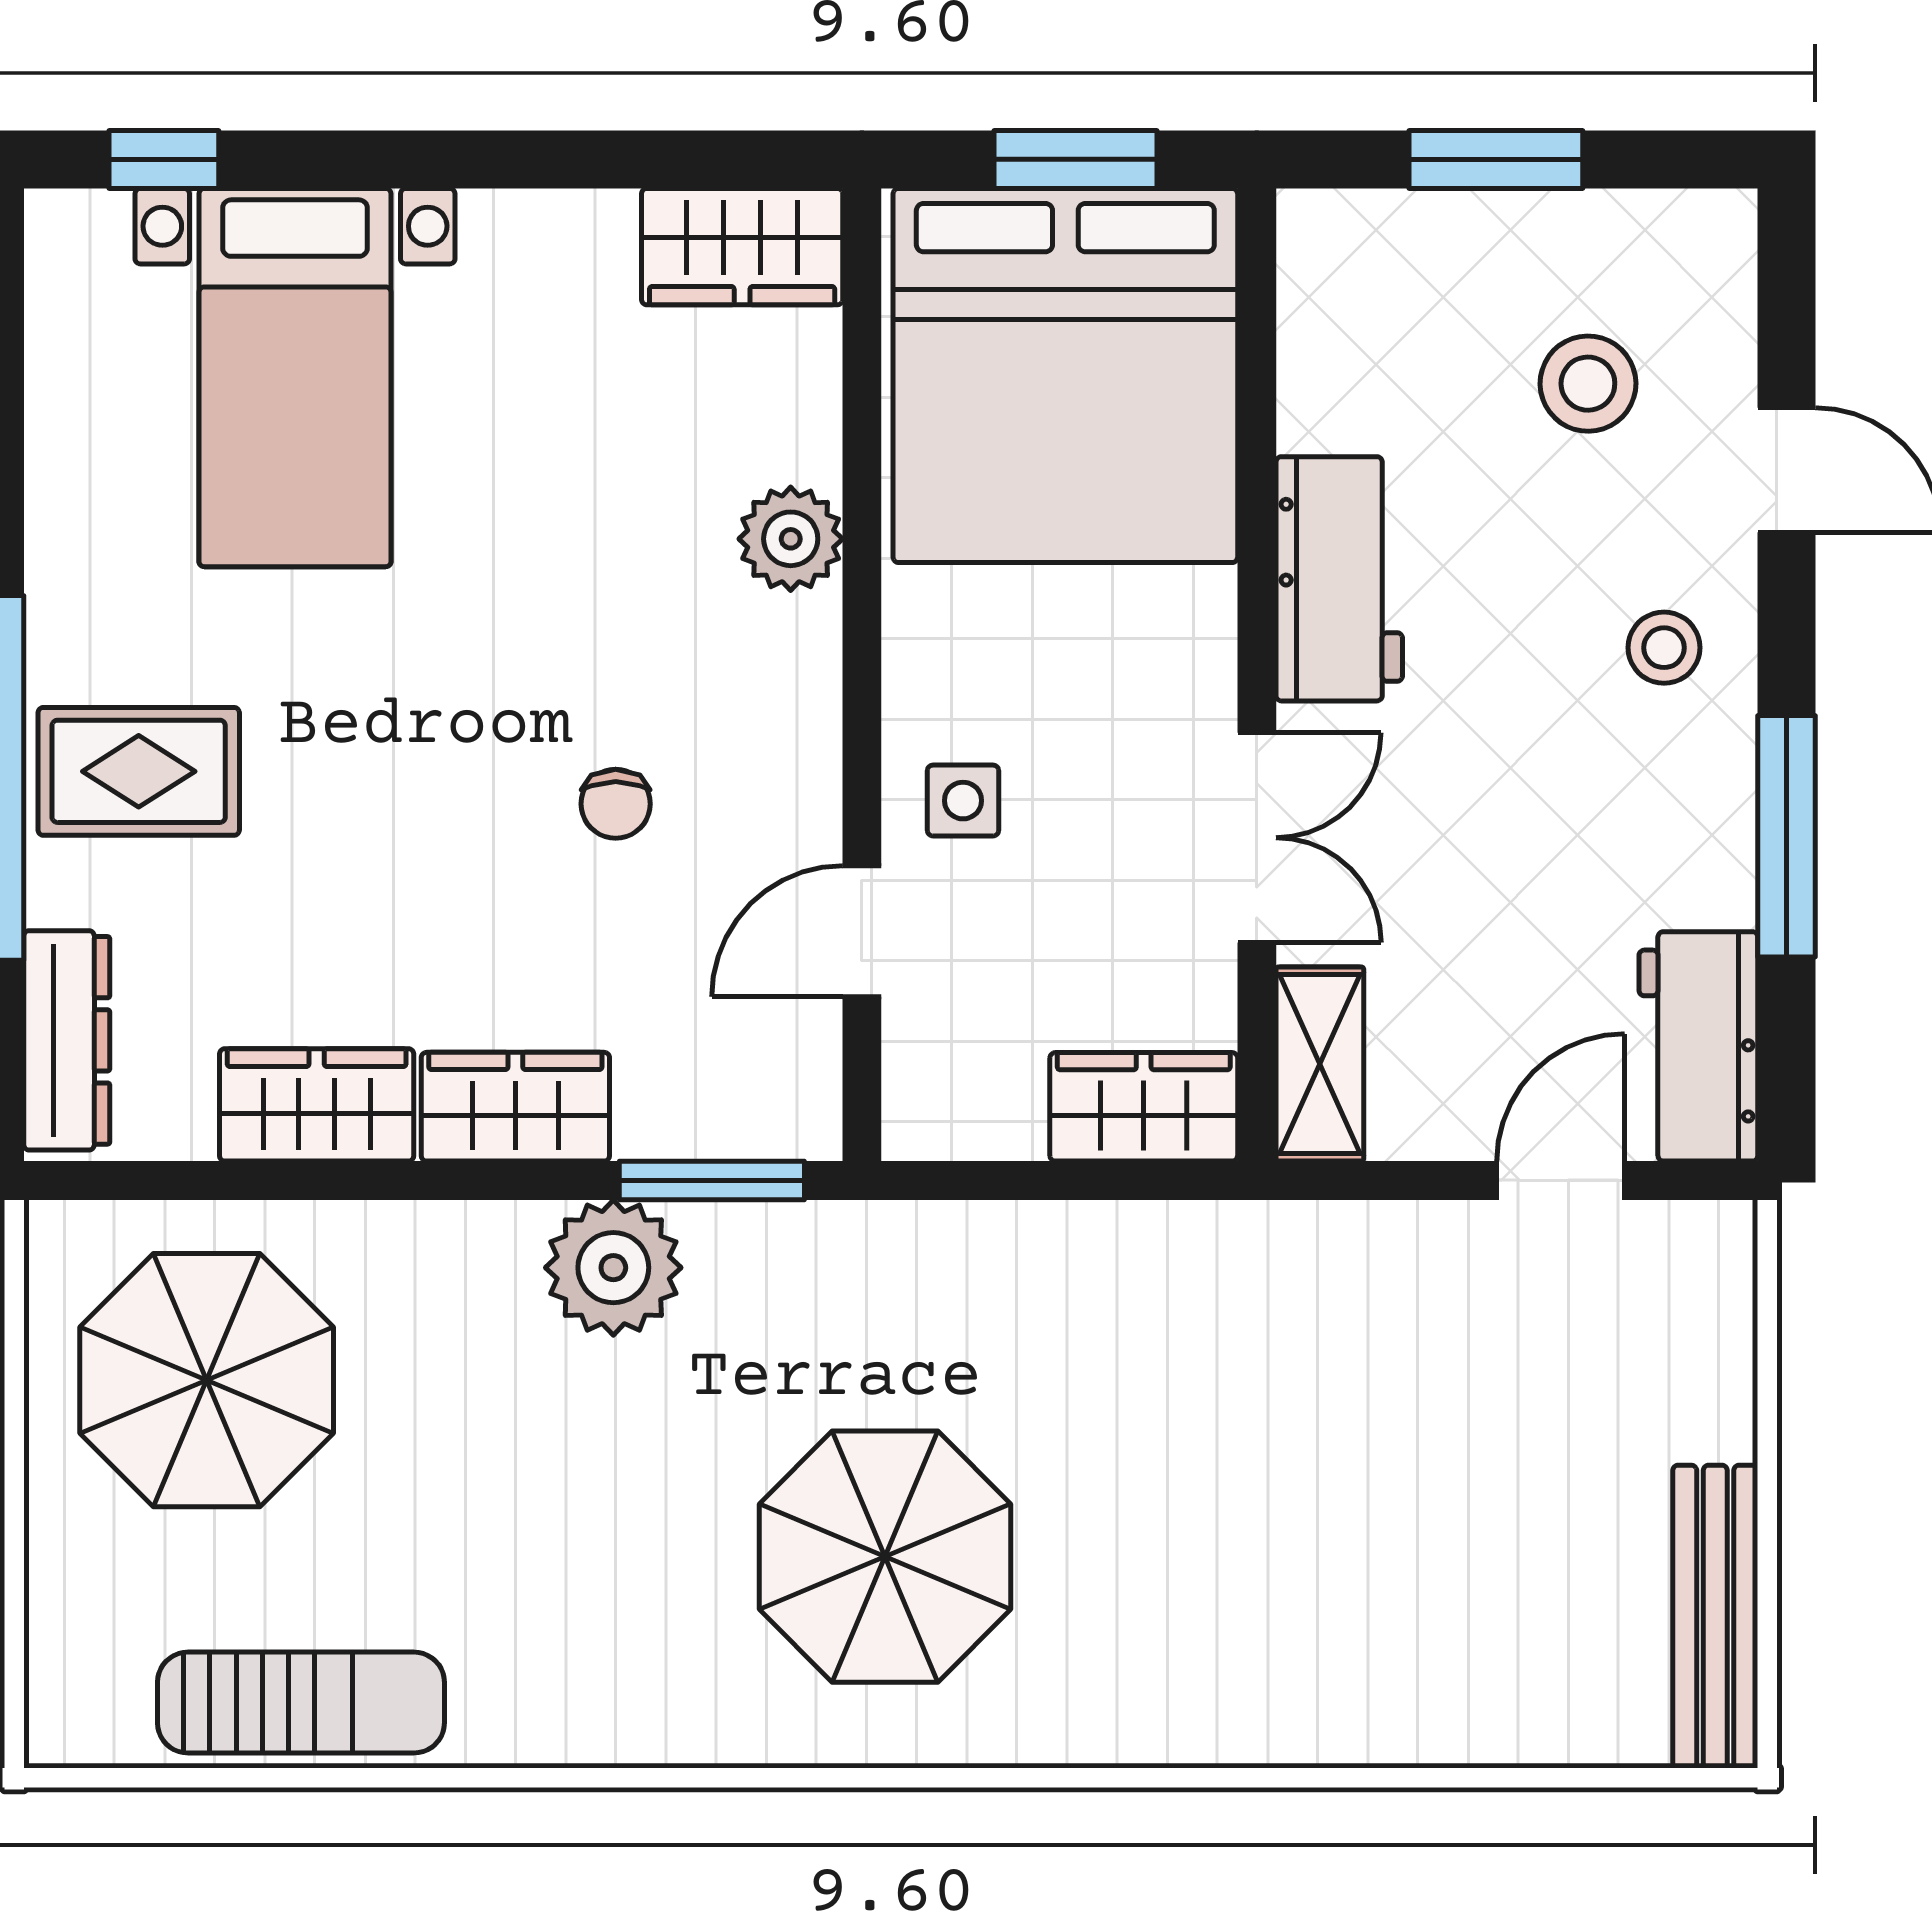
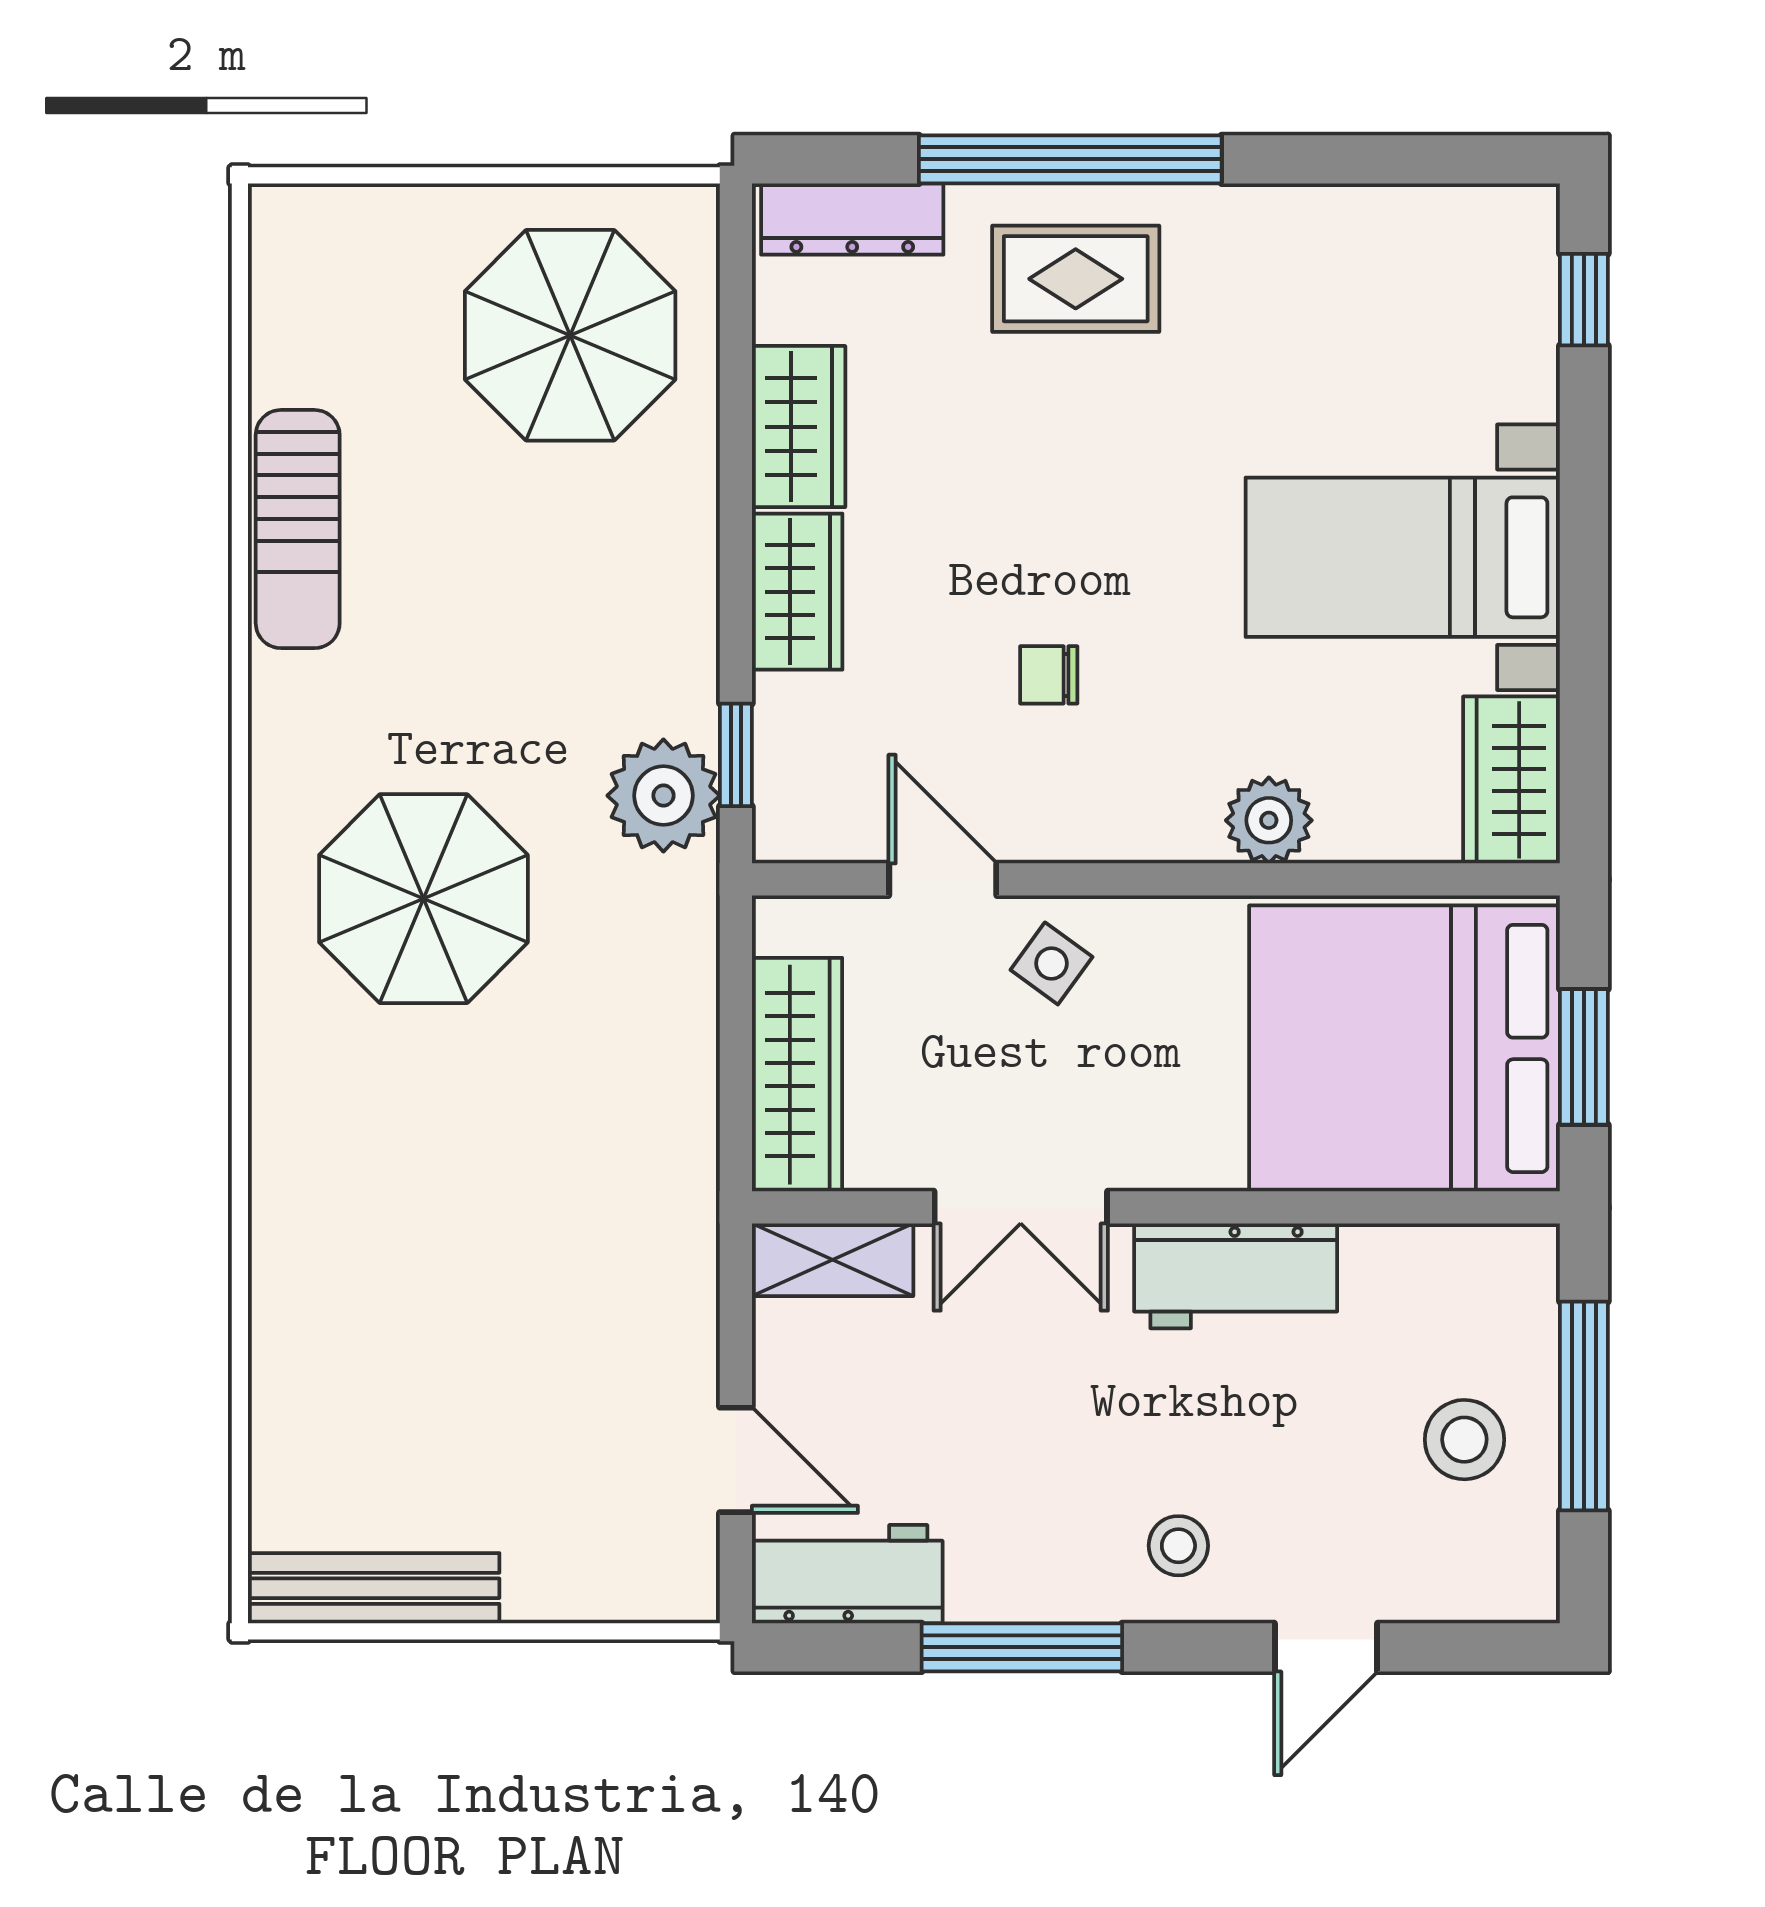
window: (1496, 159) -> (1584, 1406), width x1.44
bed with nightstands: (295, 378) -> (1403, 557), moved
stool: (1588, 384) -> (1464, 1440), moved
rug: (139, 771) -> (1076, 279), turned 90
side table: (963, 801) -> (1051, 963), turned 36
wardrobe: (1144, 1107) -> (797, 1075), width x1.50
window: (712, 1180) -> (736, 755), width x0.67
plant: (613, 1268) -> (663, 796), moved
sun lounger: (301, 1703) -> (298, 529), moved

